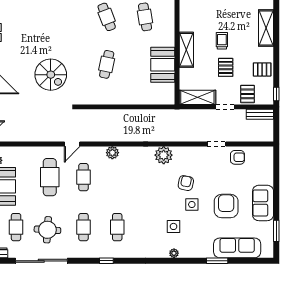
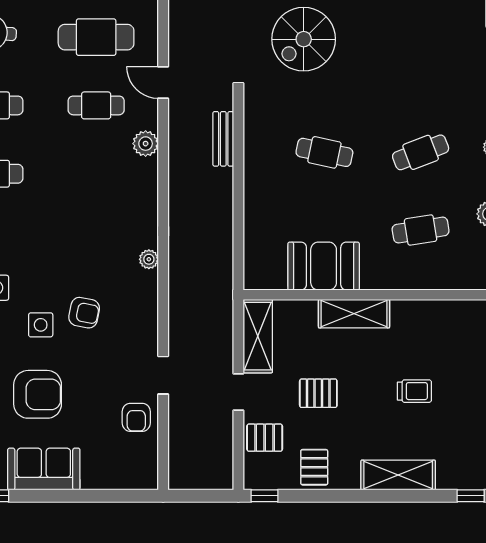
trolley: (222, 41) -> (414, 391), moved
bench: (260, 114) -> (223, 139), moved
plant: (112, 153) -> (146, 144), moved
plant: (164, 155) -> (149, 259), width x0.53, depth x0.53

